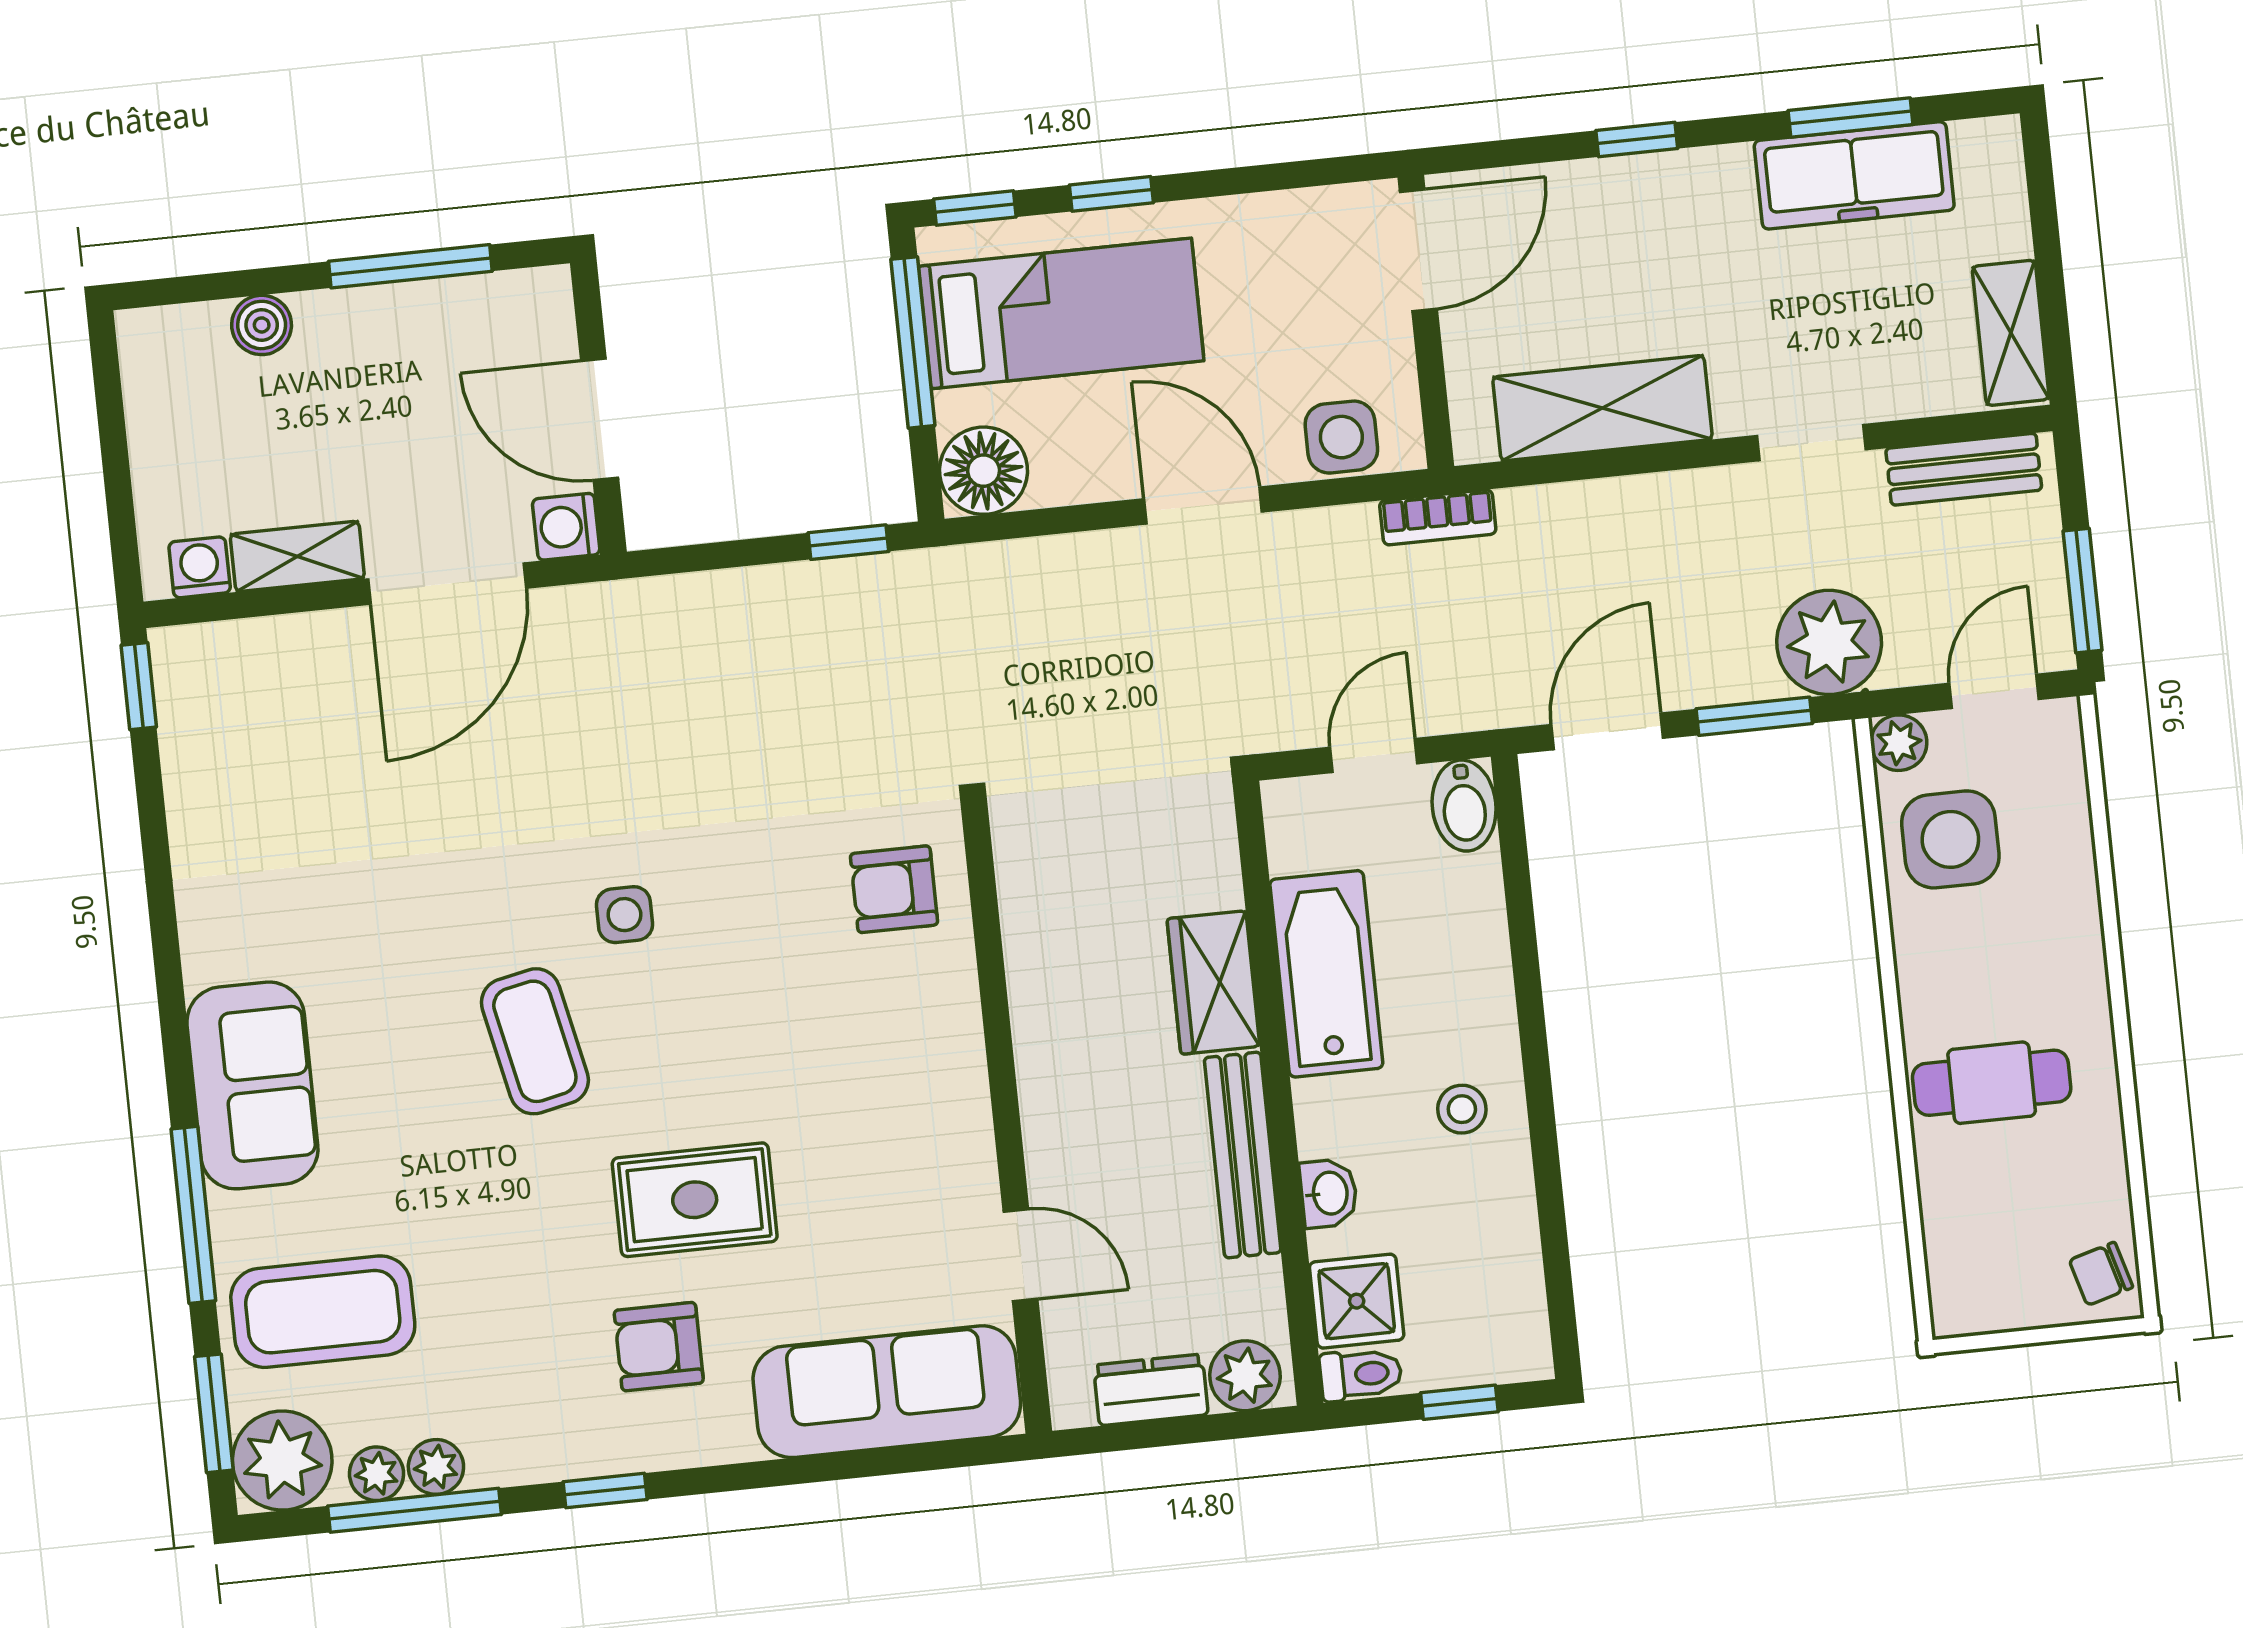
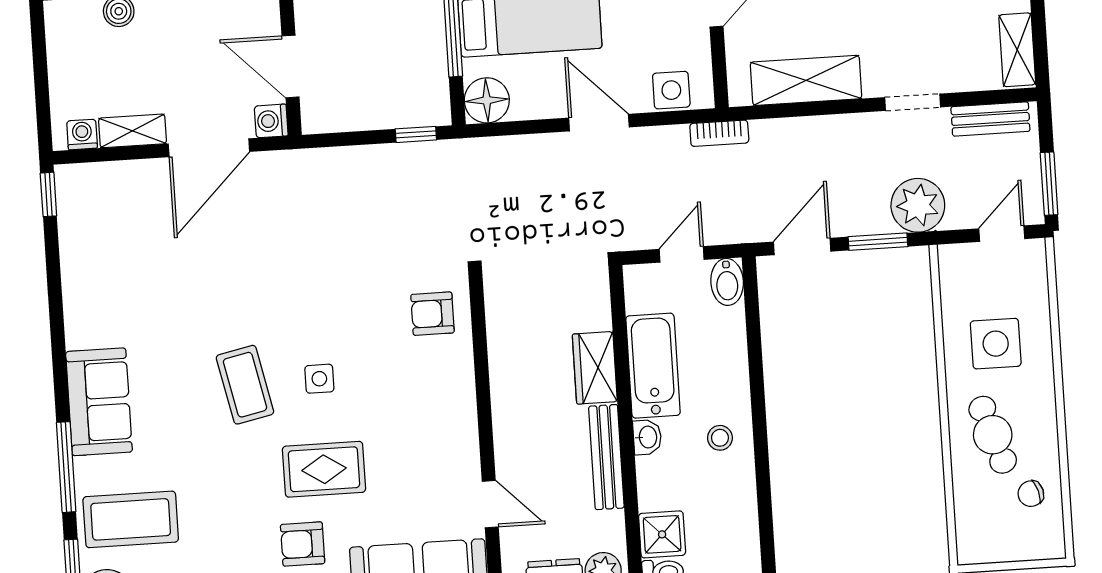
plant: (1899, 743) -> (952, 258), removed
side table: (1950, 839) -> (996, 344), moved
side table: (624, 915) -> (319, 379), moved
cafe table: (1992, 1083) -> (993, 435), turned 72
washbasin: (1329, 1193) -> (647, 437), moved
chair: (2101, 1274) -> (1031, 494), moved

